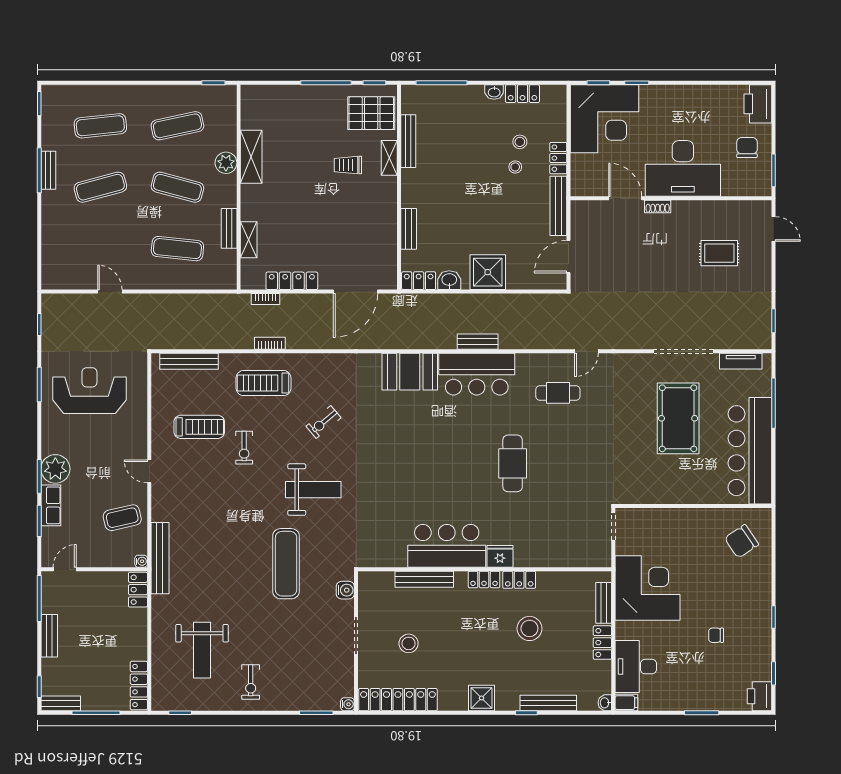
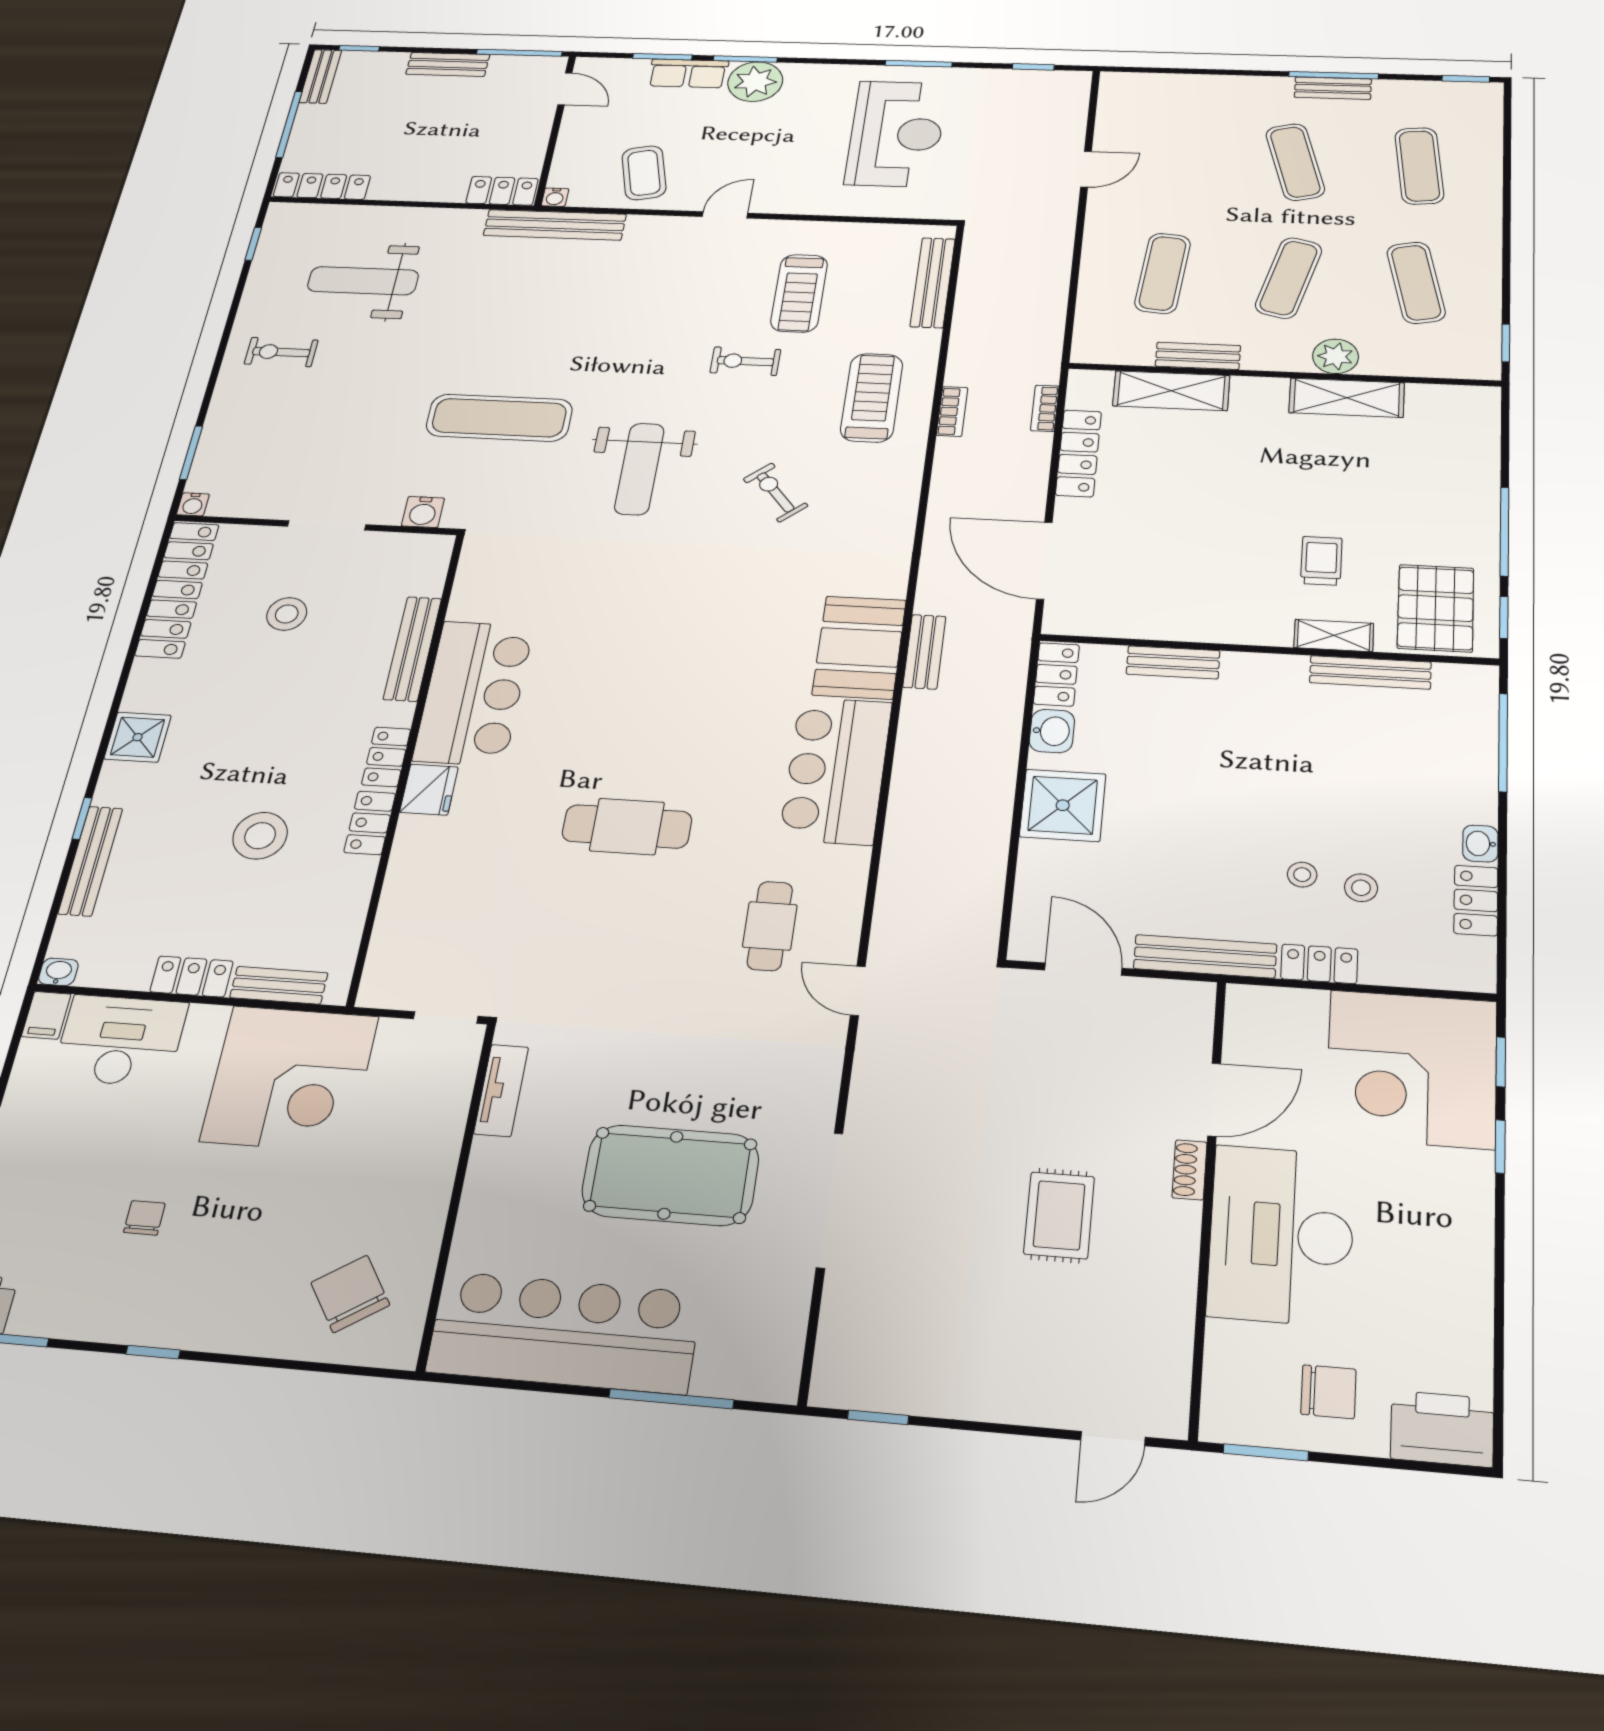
shelving: (249, 240) -> (1171, 391), width x1.50, depth x1.33
rug: (719, 253) -> (1059, 1215), moved
bench: (478, 342) -> (924, 652), moved
tv unit: (741, 361) -> (501, 1090), moved, turned 180

